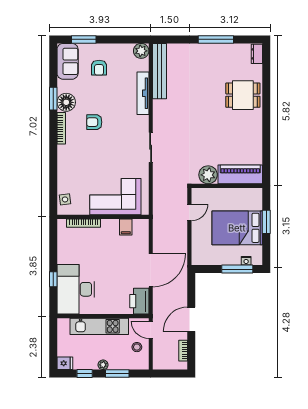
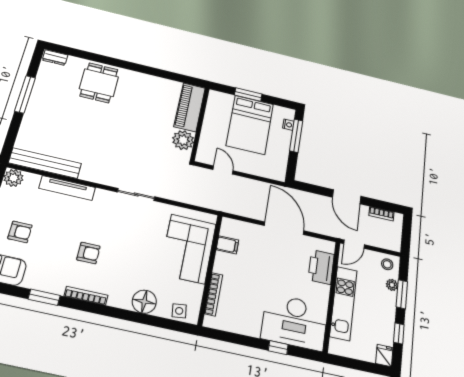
floor lamp: (66, 102) -> (144, 302), moved
armchair: (94, 122) -> (88, 253), turned -90
printer: (139, 301) -> (321, 267), moved, turned 90
stool: (137, 347) -> (387, 264), moved
plant: (103, 365) -> (392, 285), moved

